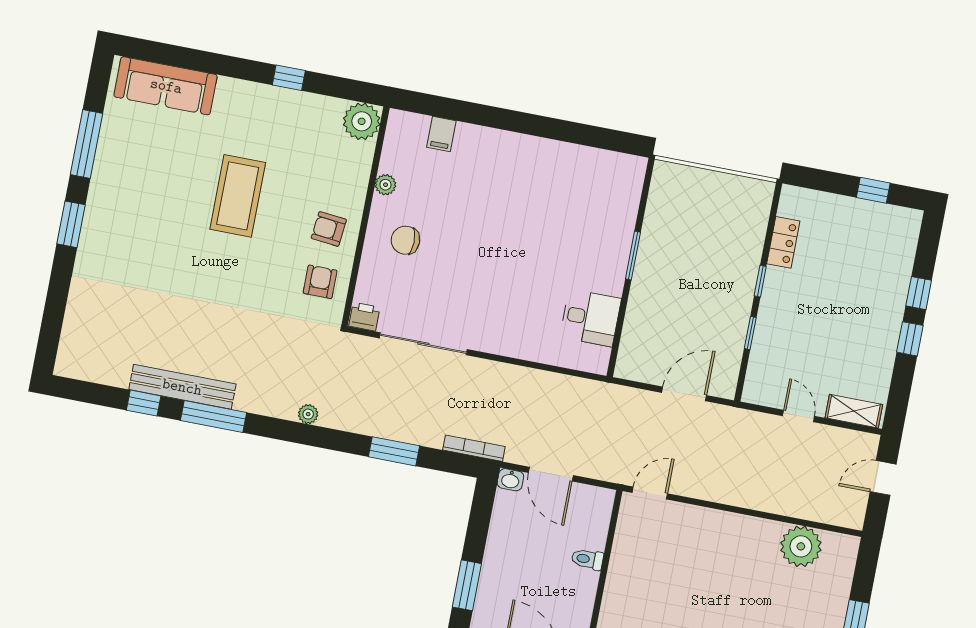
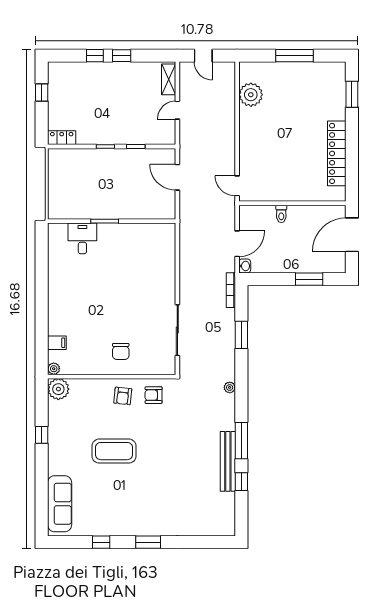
window: (86, 144) -> (101, 542), width x0.46
plant: (385, 185) -> (54, 369), moved
locker: (783, 242) -> (62, 138), moved
printer: (364, 317) -> (168, 366), removed
desk: (590, 318) -> (82, 238), moved

